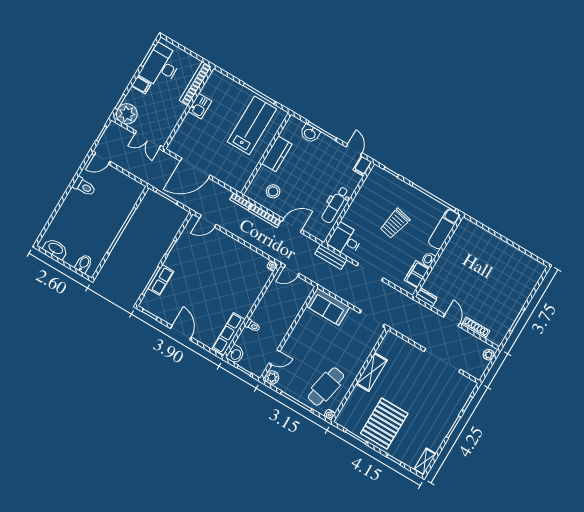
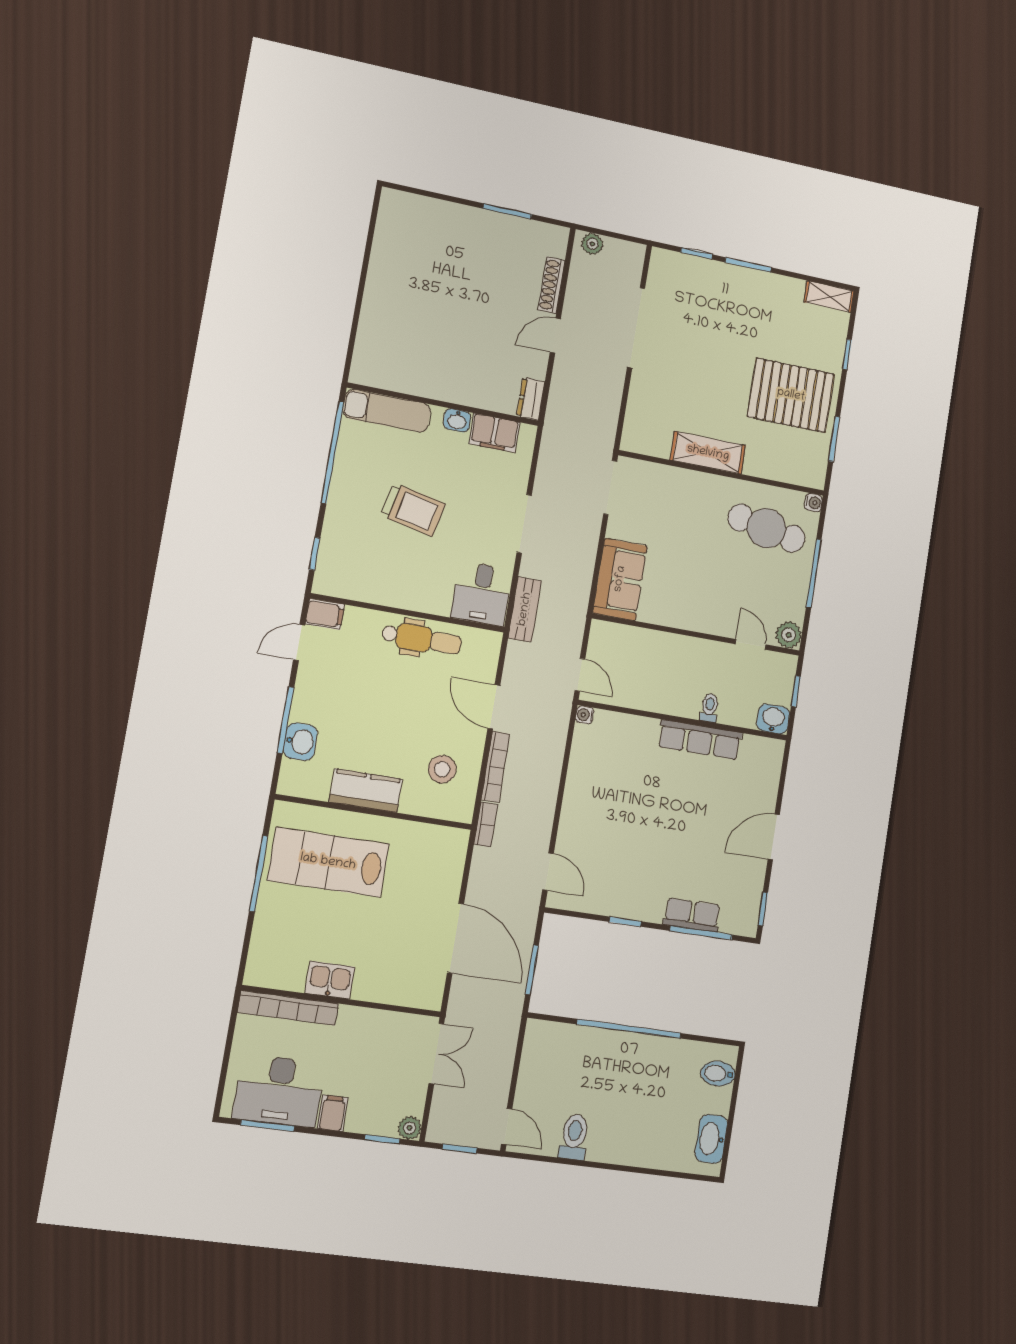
plant: (127, 114) -> (410, 1128), width x0.53, depth x0.53
row of seats: (229, 334) -> (700, 740), moved

